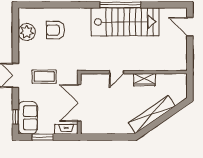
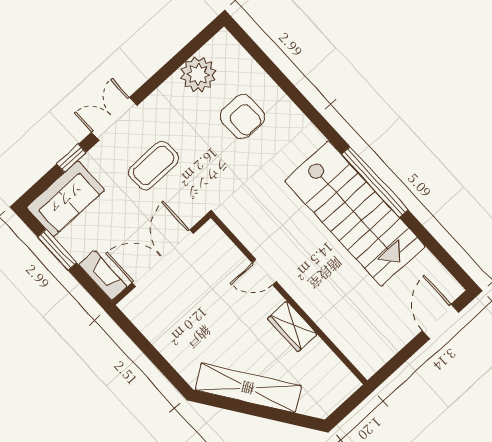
armchair: (55, 30) -> (242, 117), turned 180
coffee table: (44, 77) -> (154, 165), turned 90
window: (15, 117) -> (71, 158), moved

